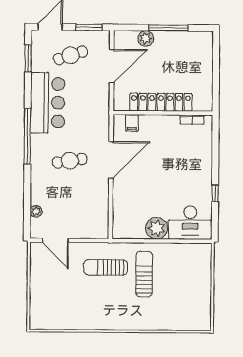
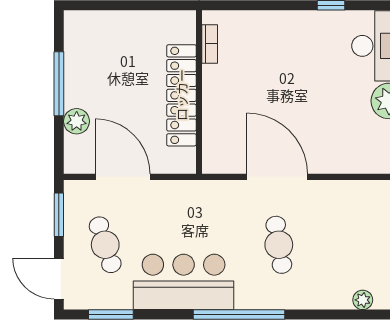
filing cabinet: (132, 123) -> (216, 143), removed

